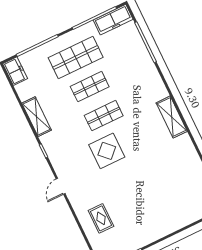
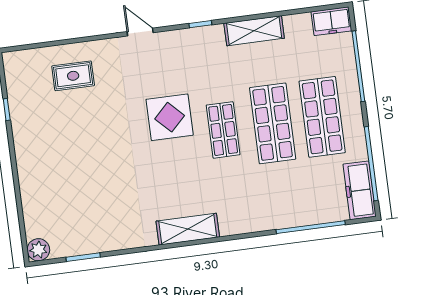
shop shelf: (90, 87) -> (273, 123), width x1.43, depth x1.36

